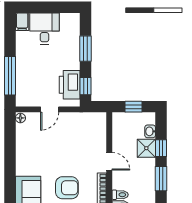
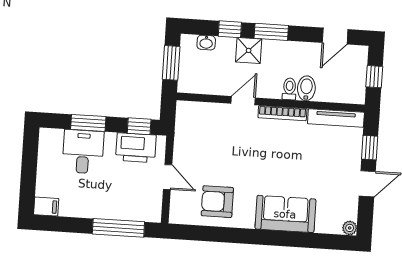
desk: (44, 29) -> (83, 152), moved, turned 90
window: (134, 107) -> (171, 63), width x1.50
floor lamp: (20, 118) -> (177, 217), removed
shower: (146, 148) -> (249, 50), moved
armchair: (67, 188) -> (217, 202), moved, turned -90

